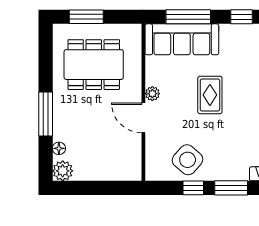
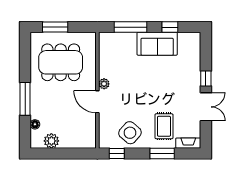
sofa: (182, 39) -> (157, 44), moved, width x0.73
rug: (210, 95) -> (164, 126), moved
plant: (63, 171) -> (51, 141), moved
window: (193, 188) -> (117, 154), moved

